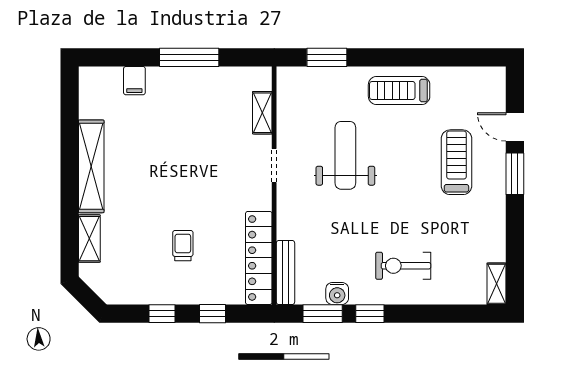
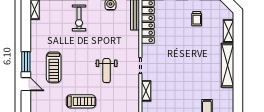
weight bench: (345, 155) -> (107, 71), width x0.73, depth x0.75
trolley: (183, 246) -> (197, 19), moved
exercise bike: (403, 266) -> (79, 18), turned 90

